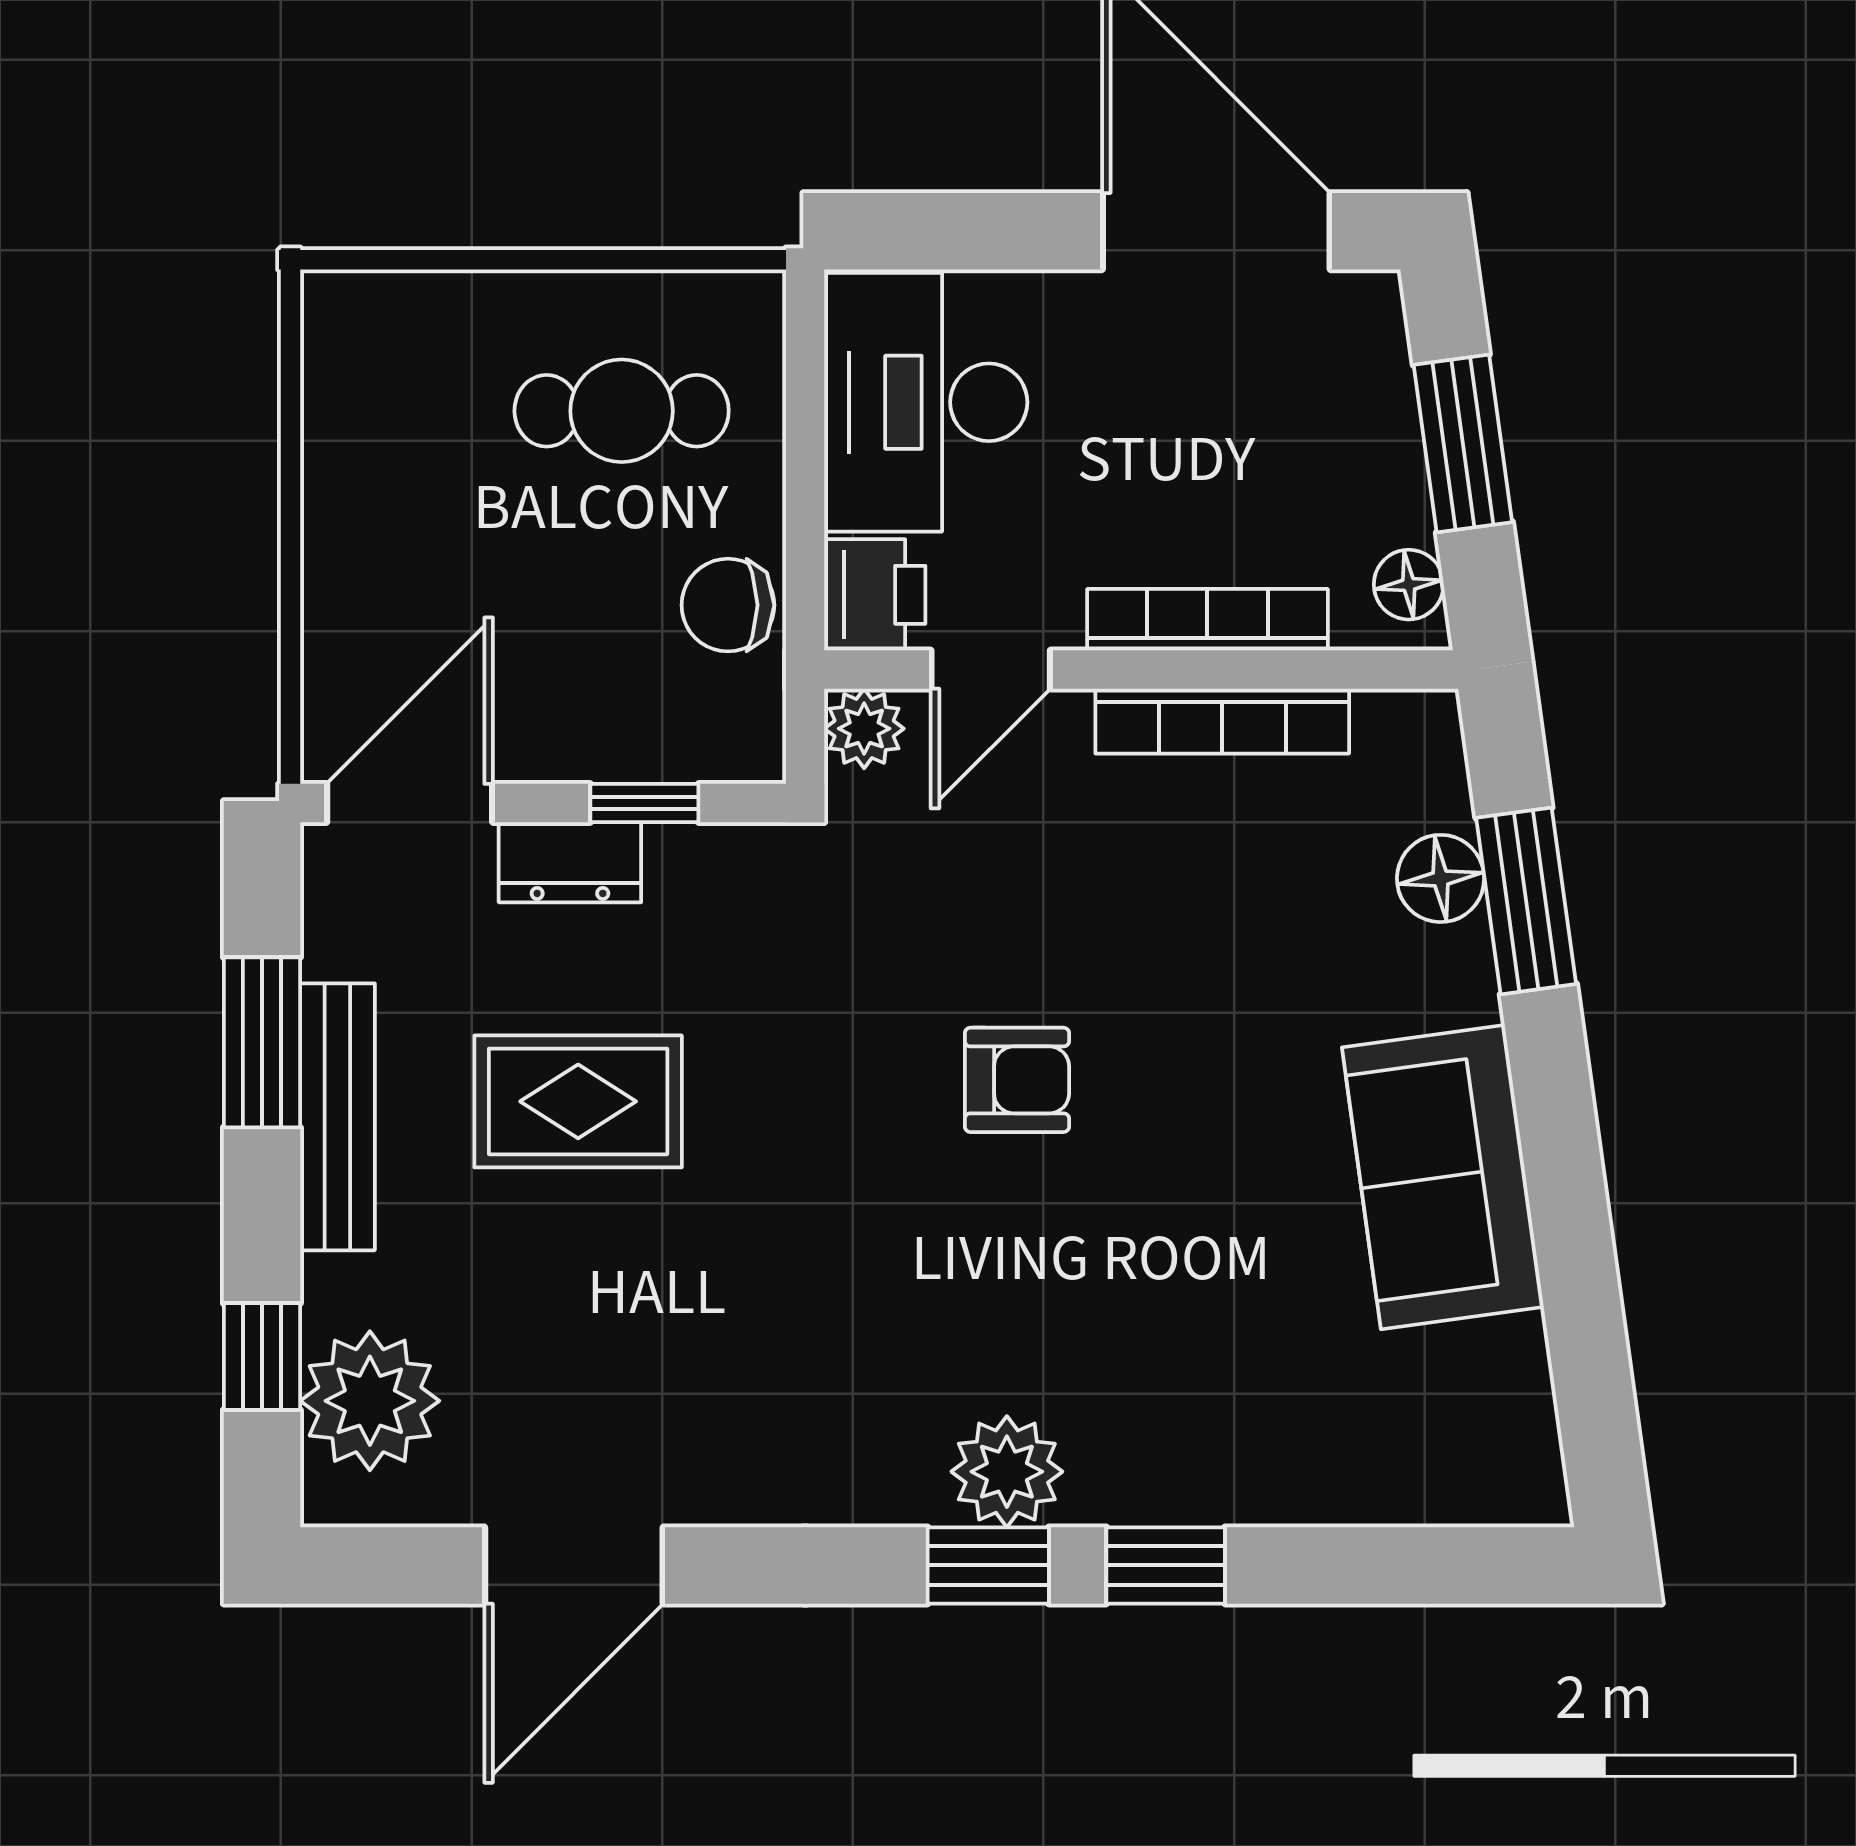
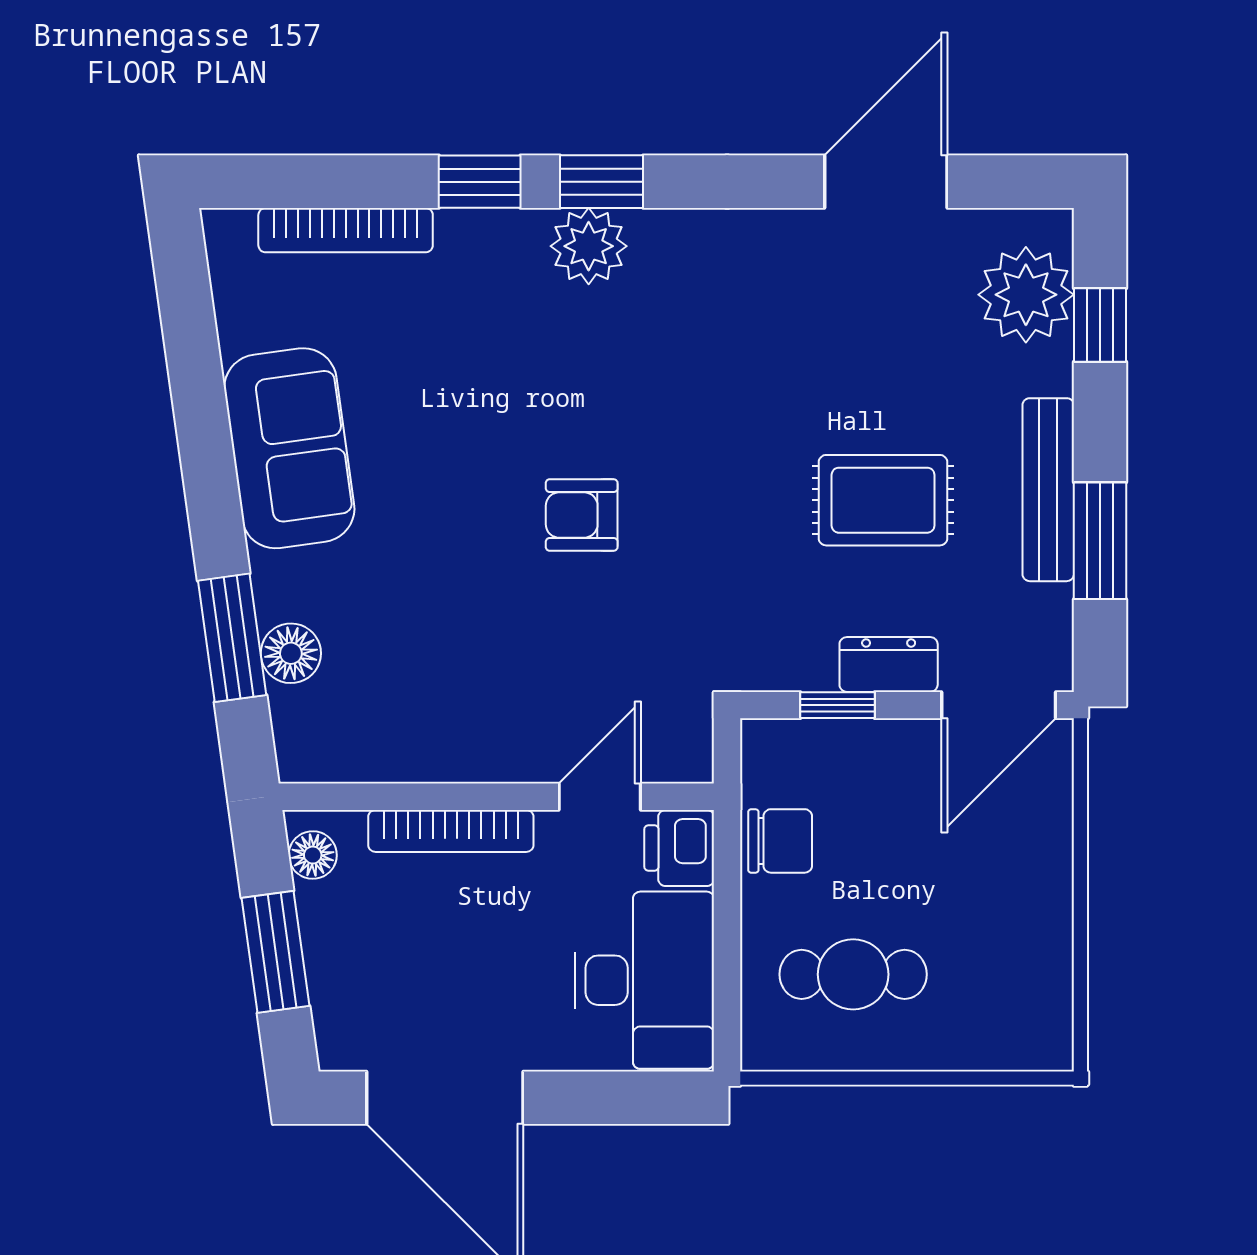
bookcase: (1222, 721) -> (346, 230), moved, turned 180
plant: (864, 729) -> (687, 756), removed

